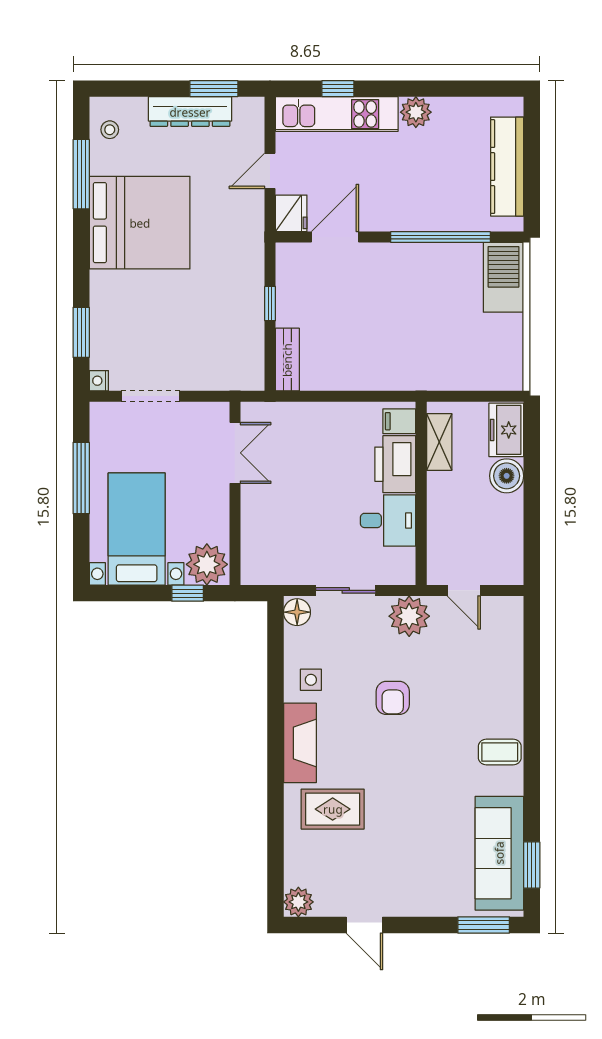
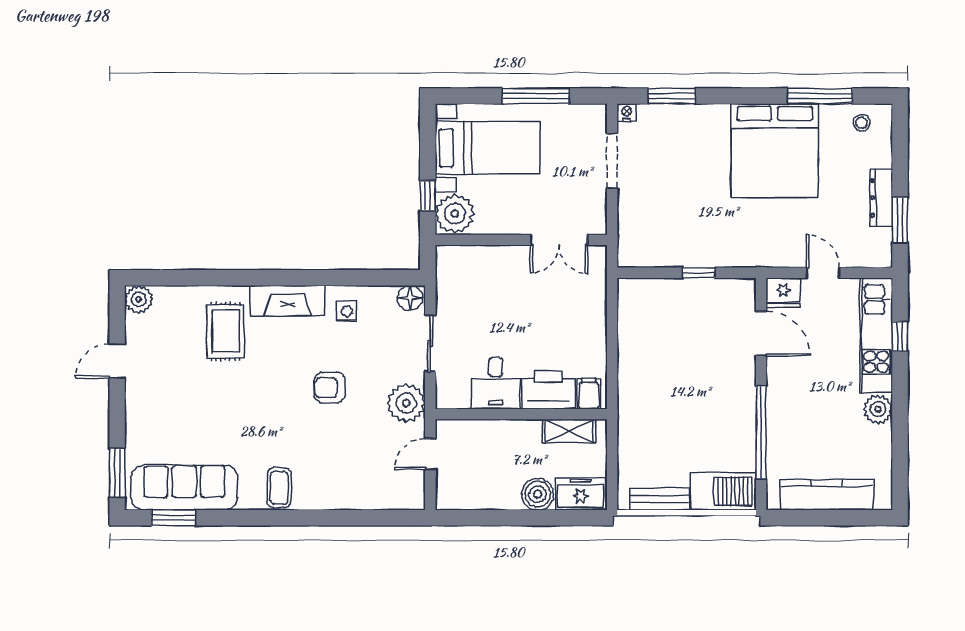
dresser: (190, 112) -> (881, 198), width x0.73, depth x0.80
bench: (287, 360) -> (659, 499), moved

